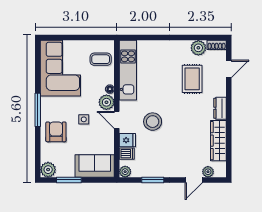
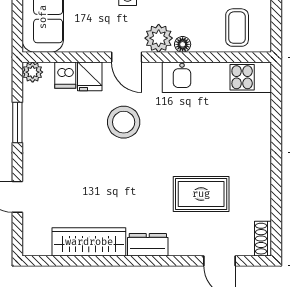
plant: (198, 48) -> (258, 205), removed
door: (117, 120) -> (127, 57), swing flipped
plant: (208, 172) -> (32, 223), removed

